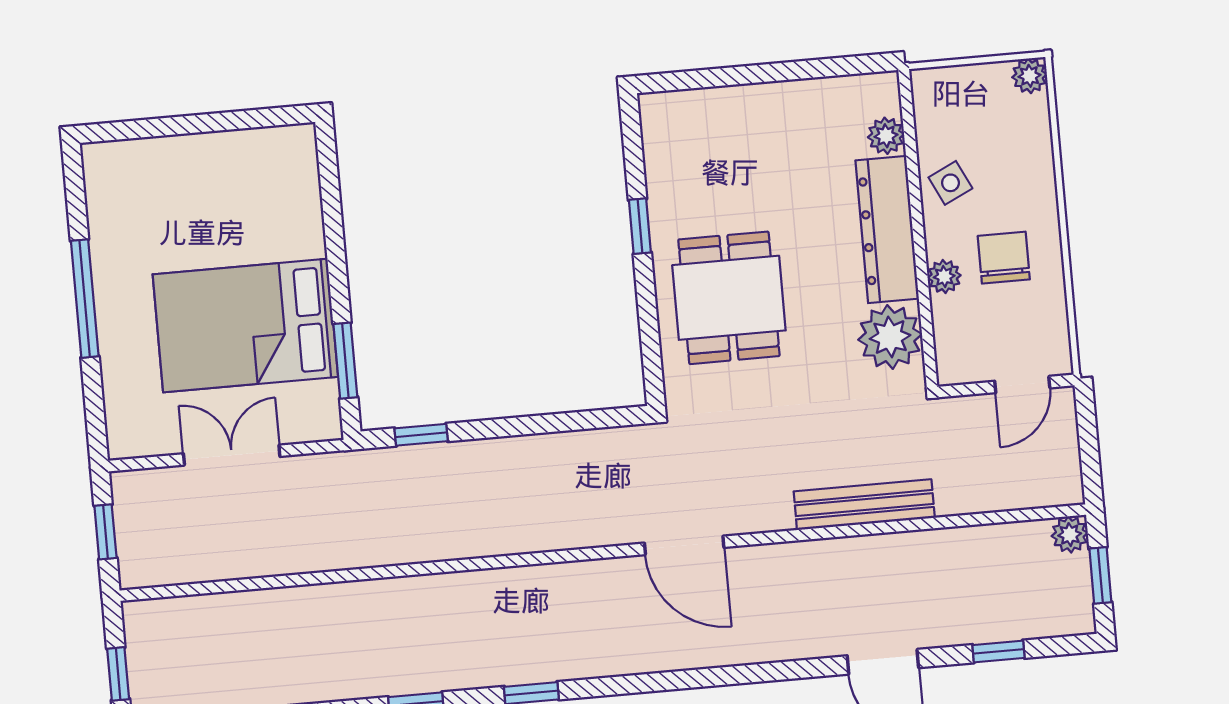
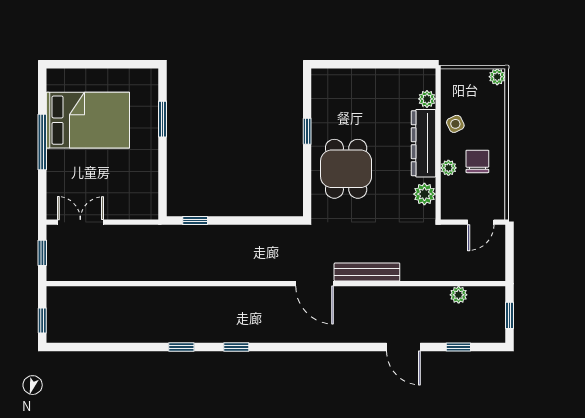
bed: (245, 326) -> (88, 120), moved, turned 180
plant: (890, 337) -> (424, 194), width x0.73, depth x0.73
window: (345, 361) -> (163, 119), moved
double door: (232, 455) -> (80, 222), moved
bench: (864, 505) -> (367, 272), moved
plant: (1070, 535) -> (459, 295), moved

